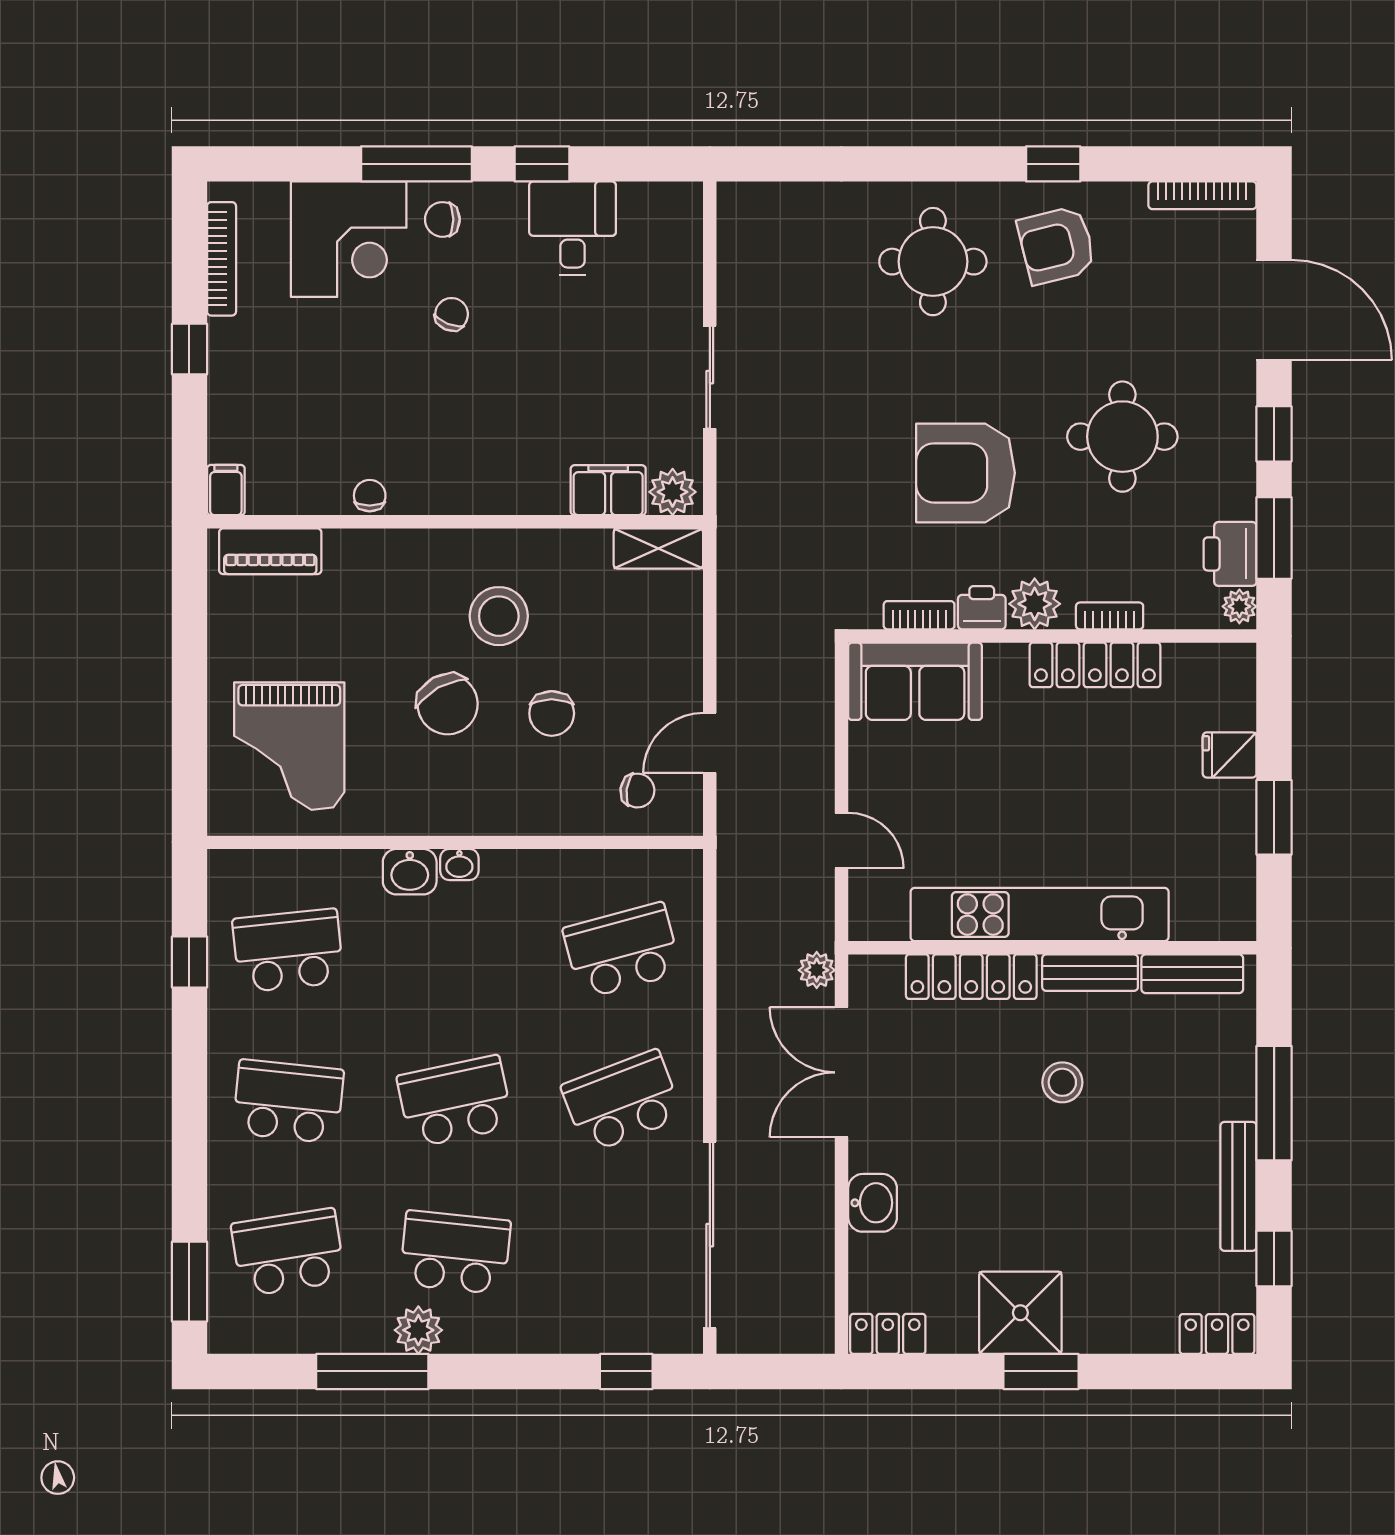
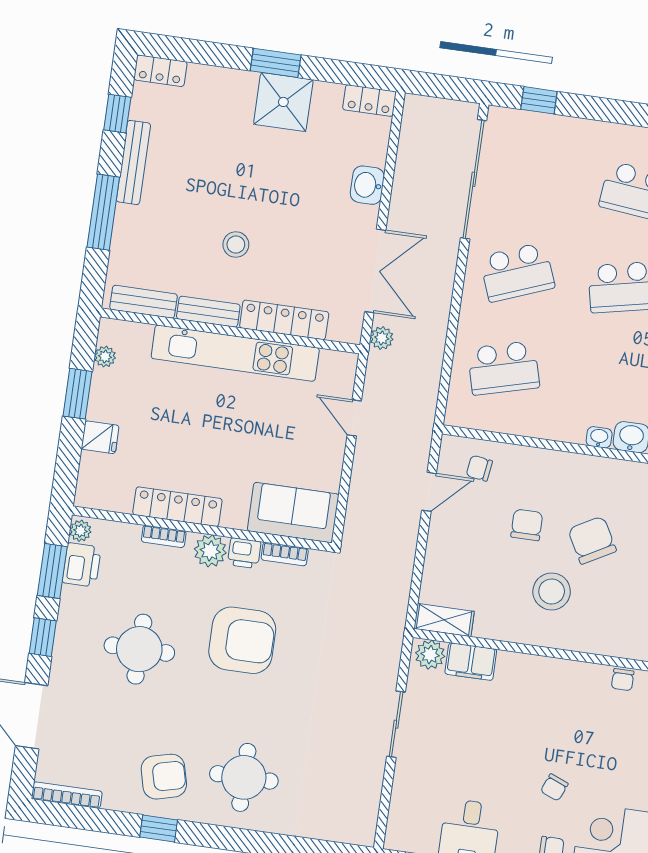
plant: (1240, 881) -> (105, 357), added

